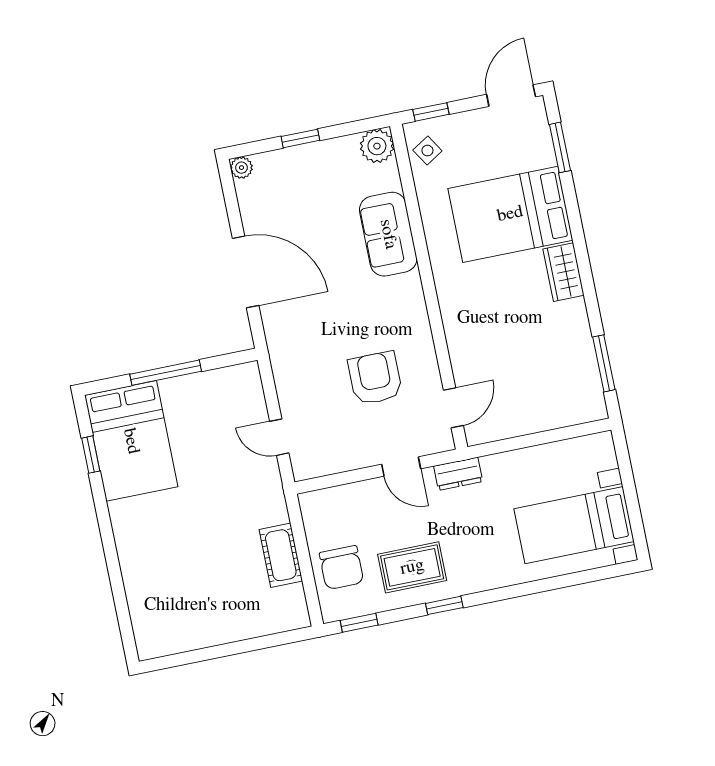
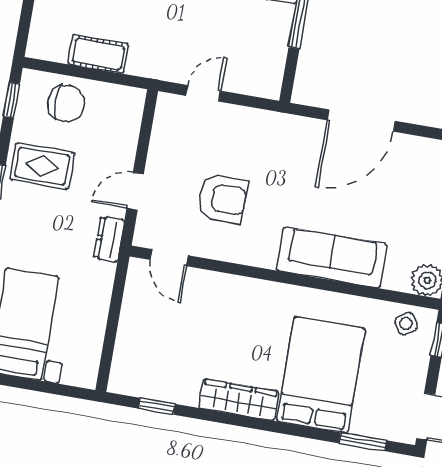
sofa: (388, 234) -> (332, 257), width x1.36
wardrobe: (563, 272) -> (239, 400), width x1.50
window: (604, 363) -> (157, 406), width x0.67
rug: (412, 567) -> (42, 166), turned 90
chair: (342, 568) -> (66, 103), turned 180

